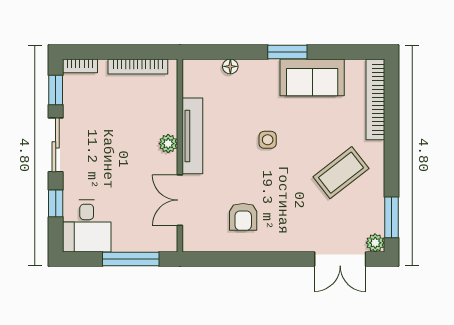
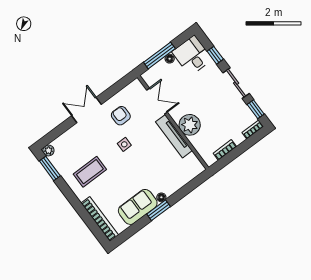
bookcase: (138, 66) -> (225, 150), width x0.64
floor lamp: (230, 66) -> (161, 197), moved
side table: (268, 140) -> (124, 144), moved
plant: (168, 144) -> (190, 125), width x1.88, depth x1.88
coffee table: (341, 173) -> (90, 172), turned 38
floor lamp: (120, 244) -> (170, 59), added
double door: (340, 259) -> (86, 110), moved

